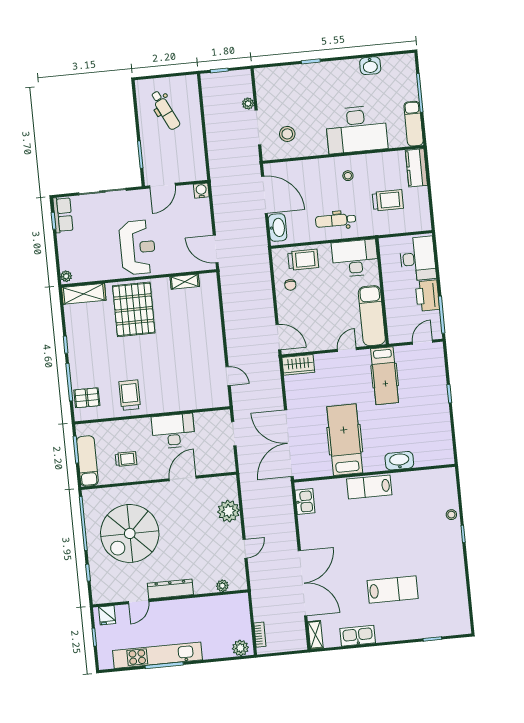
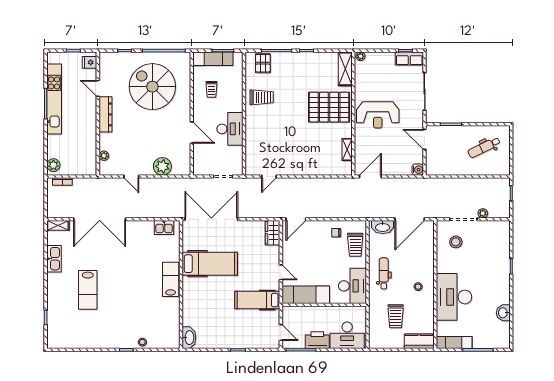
washbasin: (399, 461) -> (189, 338), moved

